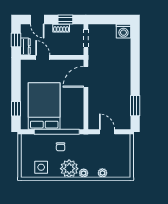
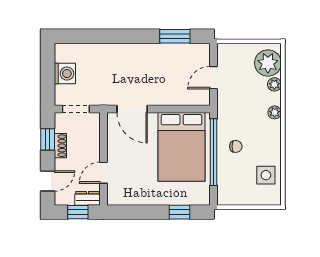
washing machine: (123, 31) -> (65, 74), moved
bed: (44, 106) -> (182, 147), moved, turned -90
plant: (69, 169) -> (268, 63), moved

